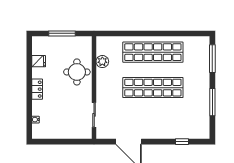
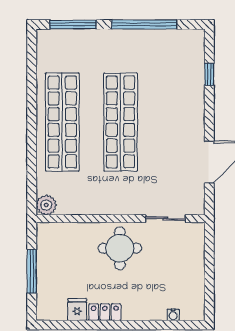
plant: (102, 62) -> (46, 205), moved
round table: (77, 72) -> (120, 248), moved
locker: (37, 89) -> (105, 312), moved
window: (212, 102) -> (144, 24), width x1.46

